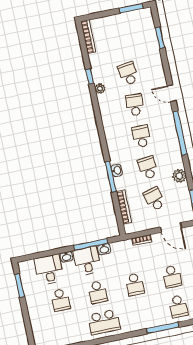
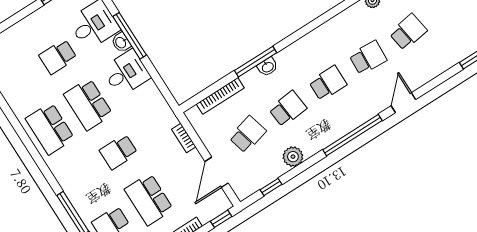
window: (91, 244) -> (130, 36), moved
washbasin: (104, 249) -> (151, 91), removed
school desk: (172, 277) -> (149, 199), width x1.85
school desk: (98, 292) -> (88, 104), width x1.85

